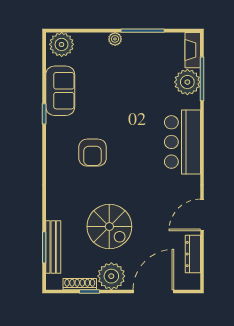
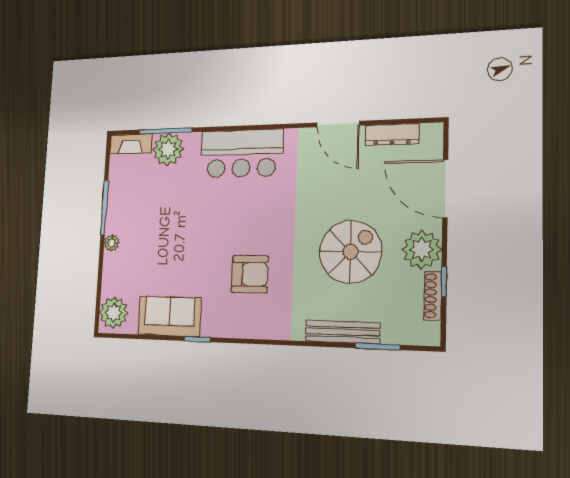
bench: (53, 247) -> (342, 332), moved

